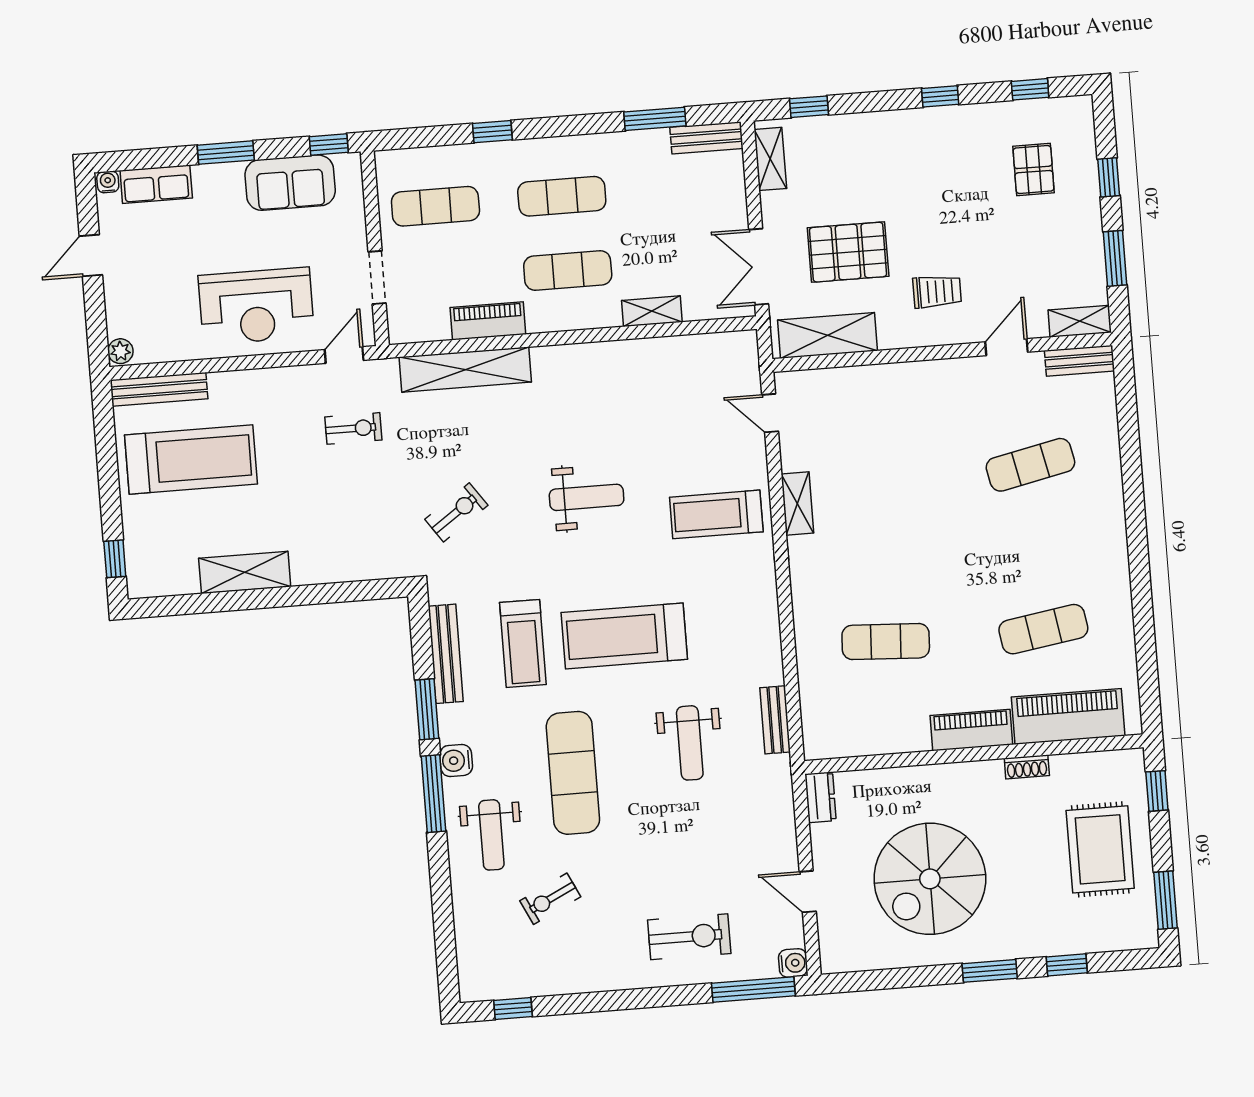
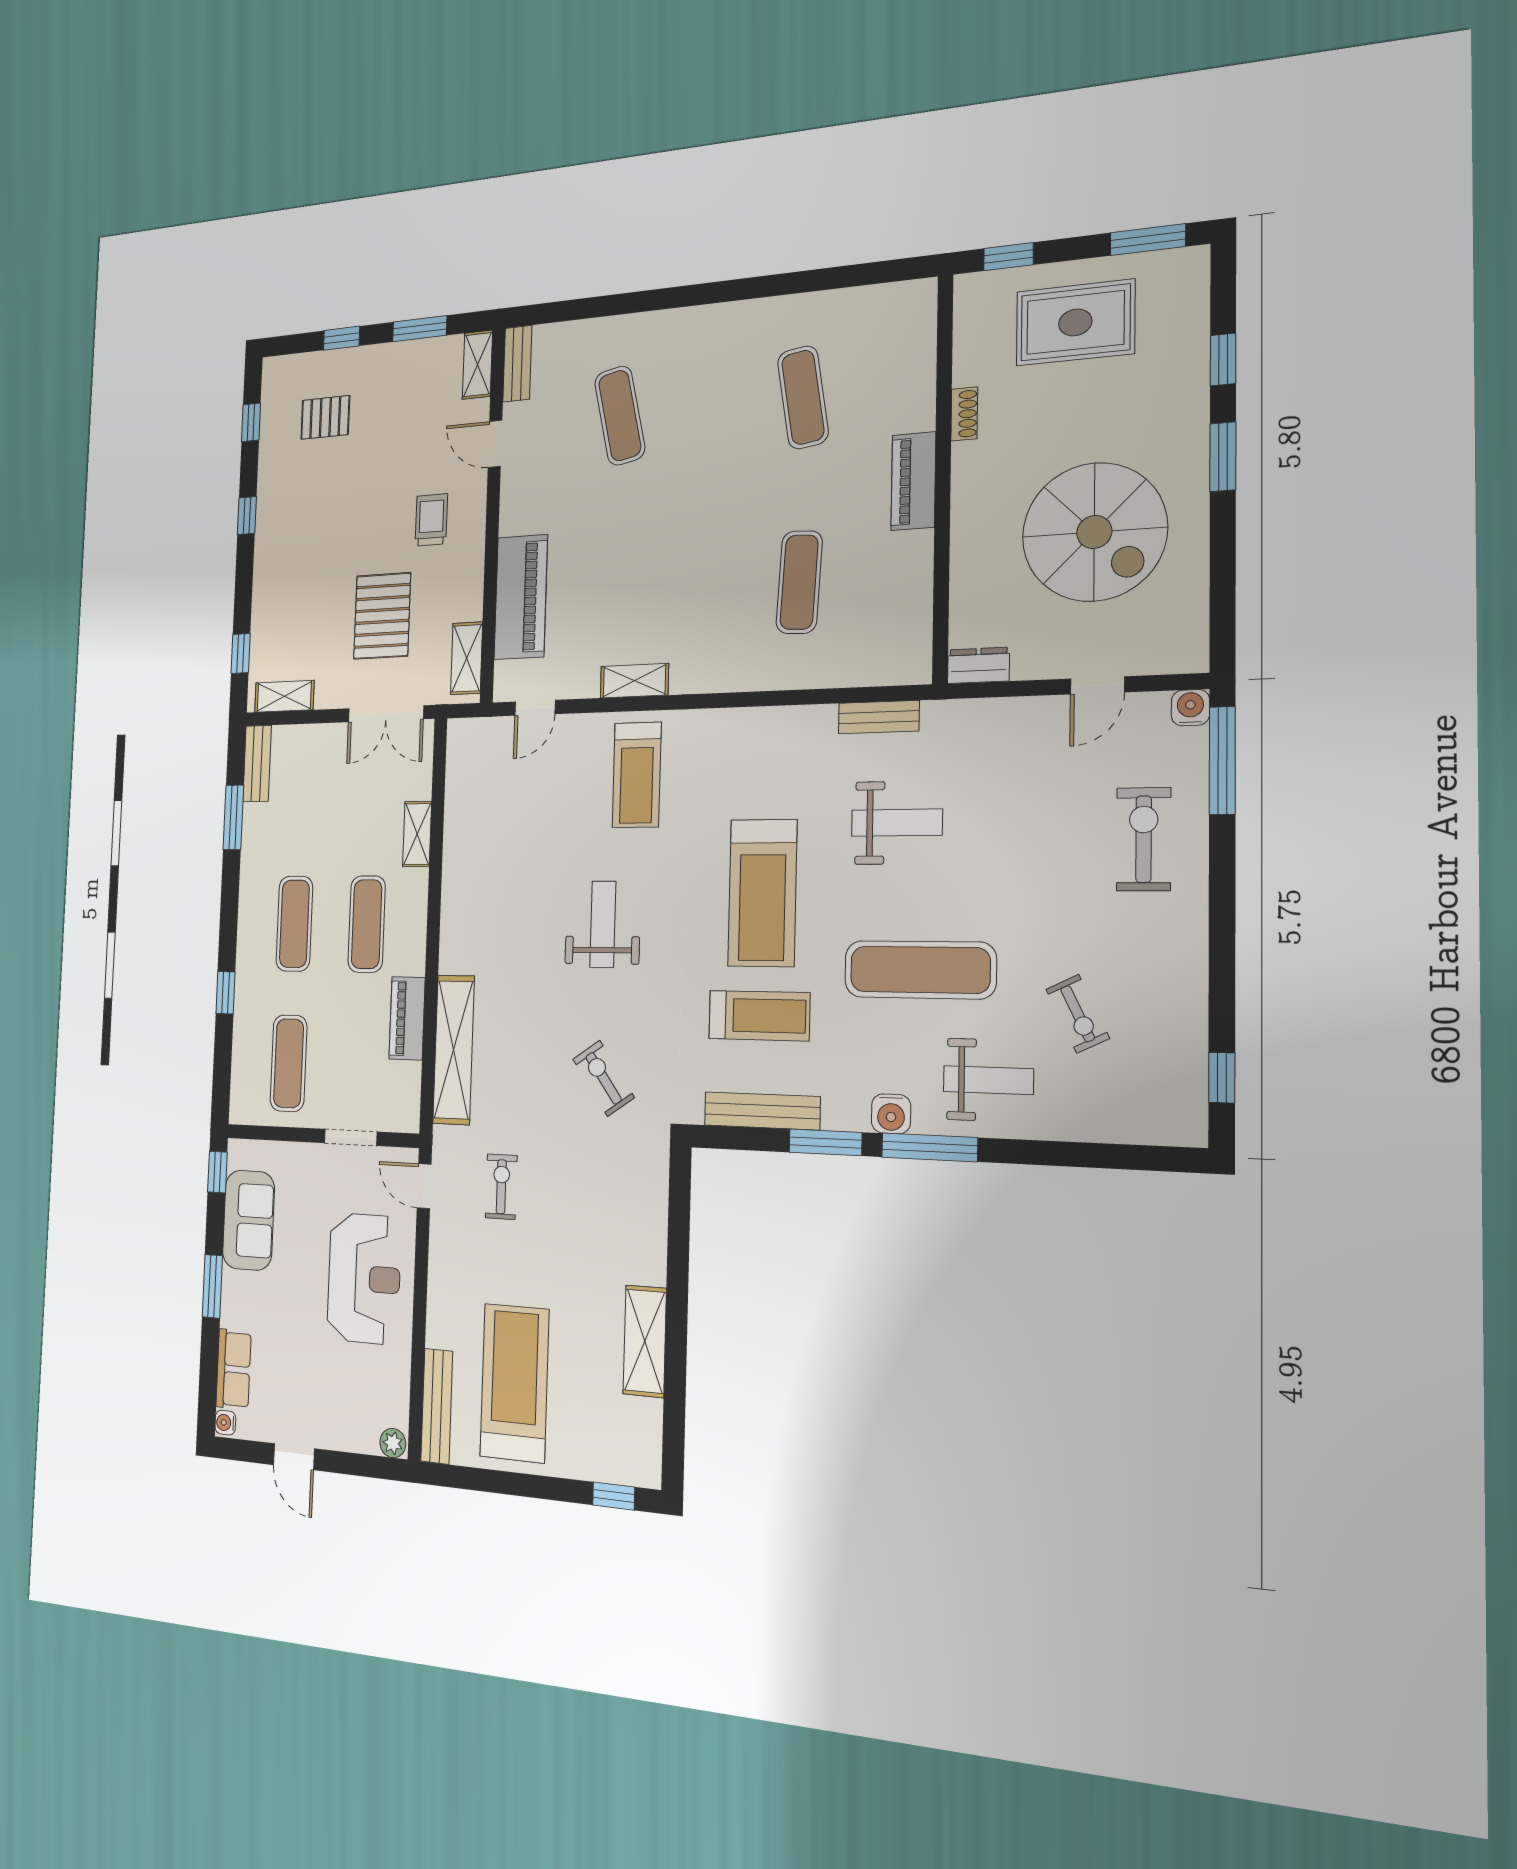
shelving: (828, 335) -> (466, 658), width x0.67, depth x0.75
piano: (1068, 716) -> (521, 597), moved, turned 180

